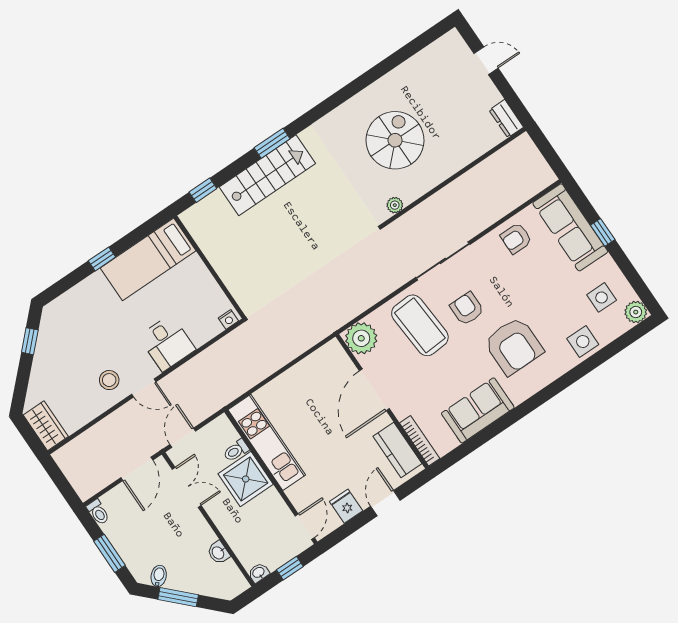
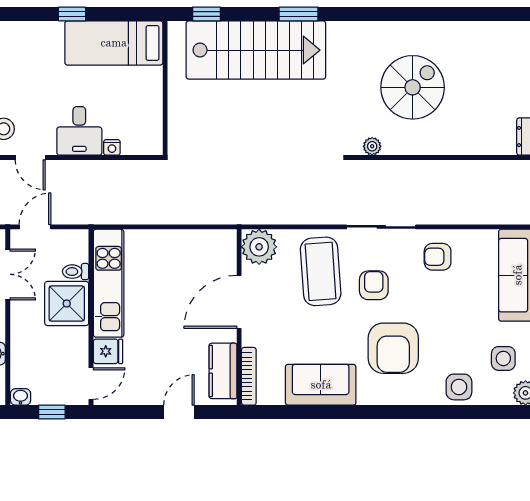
stairs: (267, 175) -> (256, 50), width x1.36, depth x1.51
armchair: (516, 238) -> (438, 257), moved
nightstand: (228, 319) -> (112, 147), moved
fridge: (346, 506) -> (108, 351), moved, turned 90

